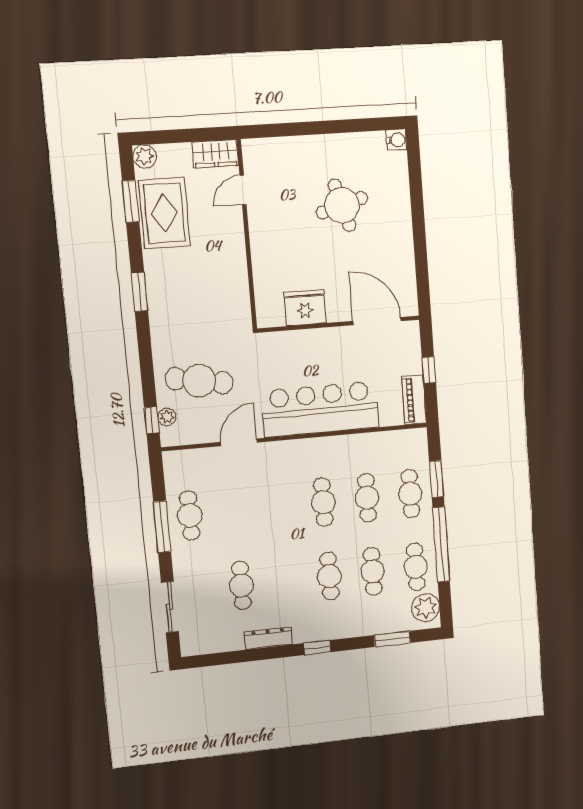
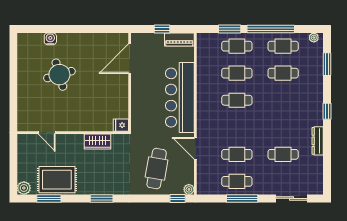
water cooler: (396, 140) -> (50, 39), moved
wardrobe: (215, 154) -> (98, 142), moved, turned 90
fridge: (305, 308) -> (121, 125), moved, width x0.53, depth x0.75
plant: (167, 417) -> (189, 189), moved
cafe table: (329, 576) -> (237, 154), moved
plant: (426, 608) -> (314, 38), width x0.53, depth x0.53

